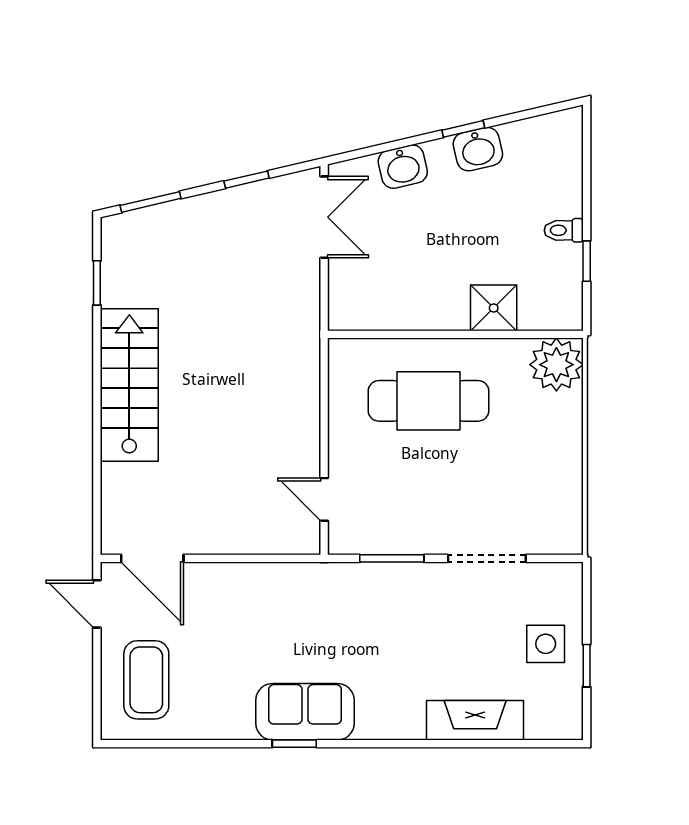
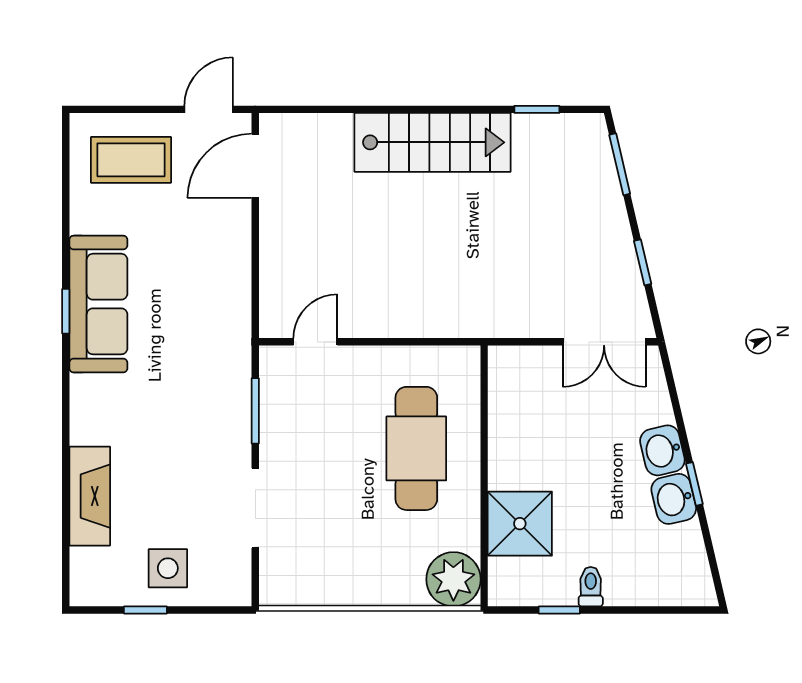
washbasin: (403, 167) -> (662, 450), moved
shower: (494, 308) -> (520, 524), width x1.36, depth x1.36
sofa: (305, 712) -> (98, 304), width x1.36

